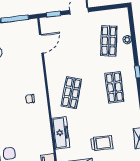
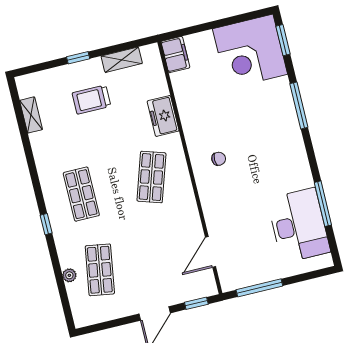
freezer: (61, 133) -> (163, 116), width x0.71

